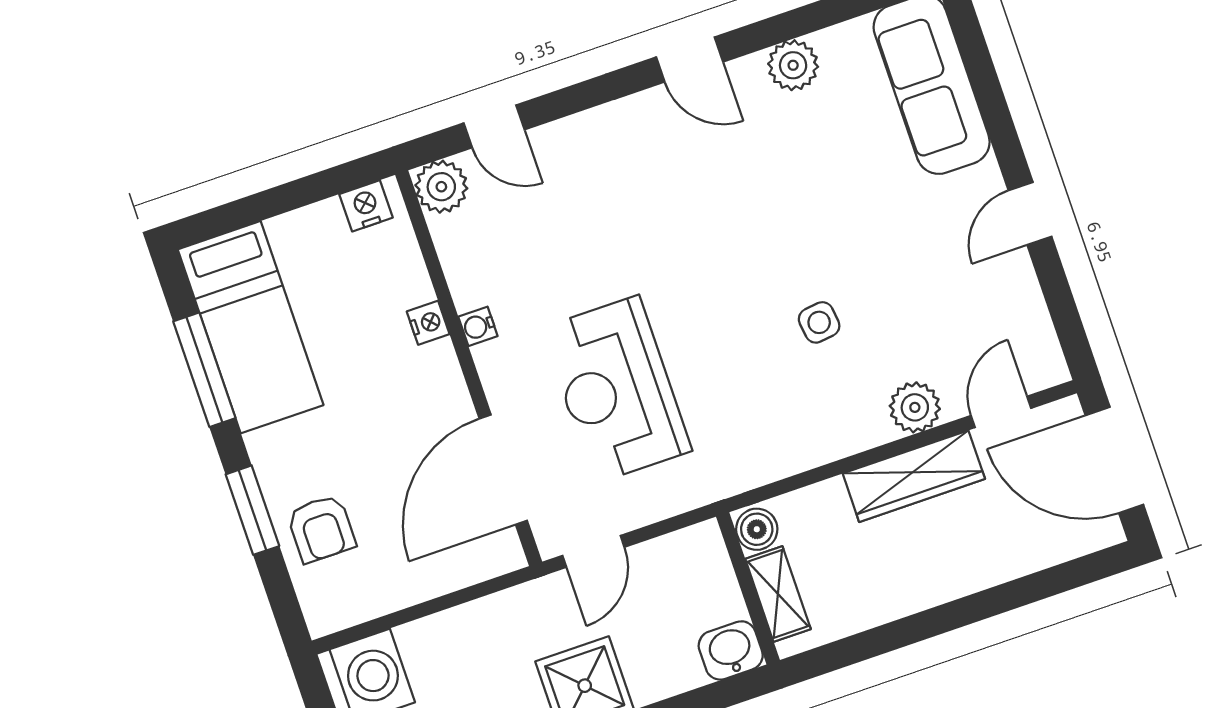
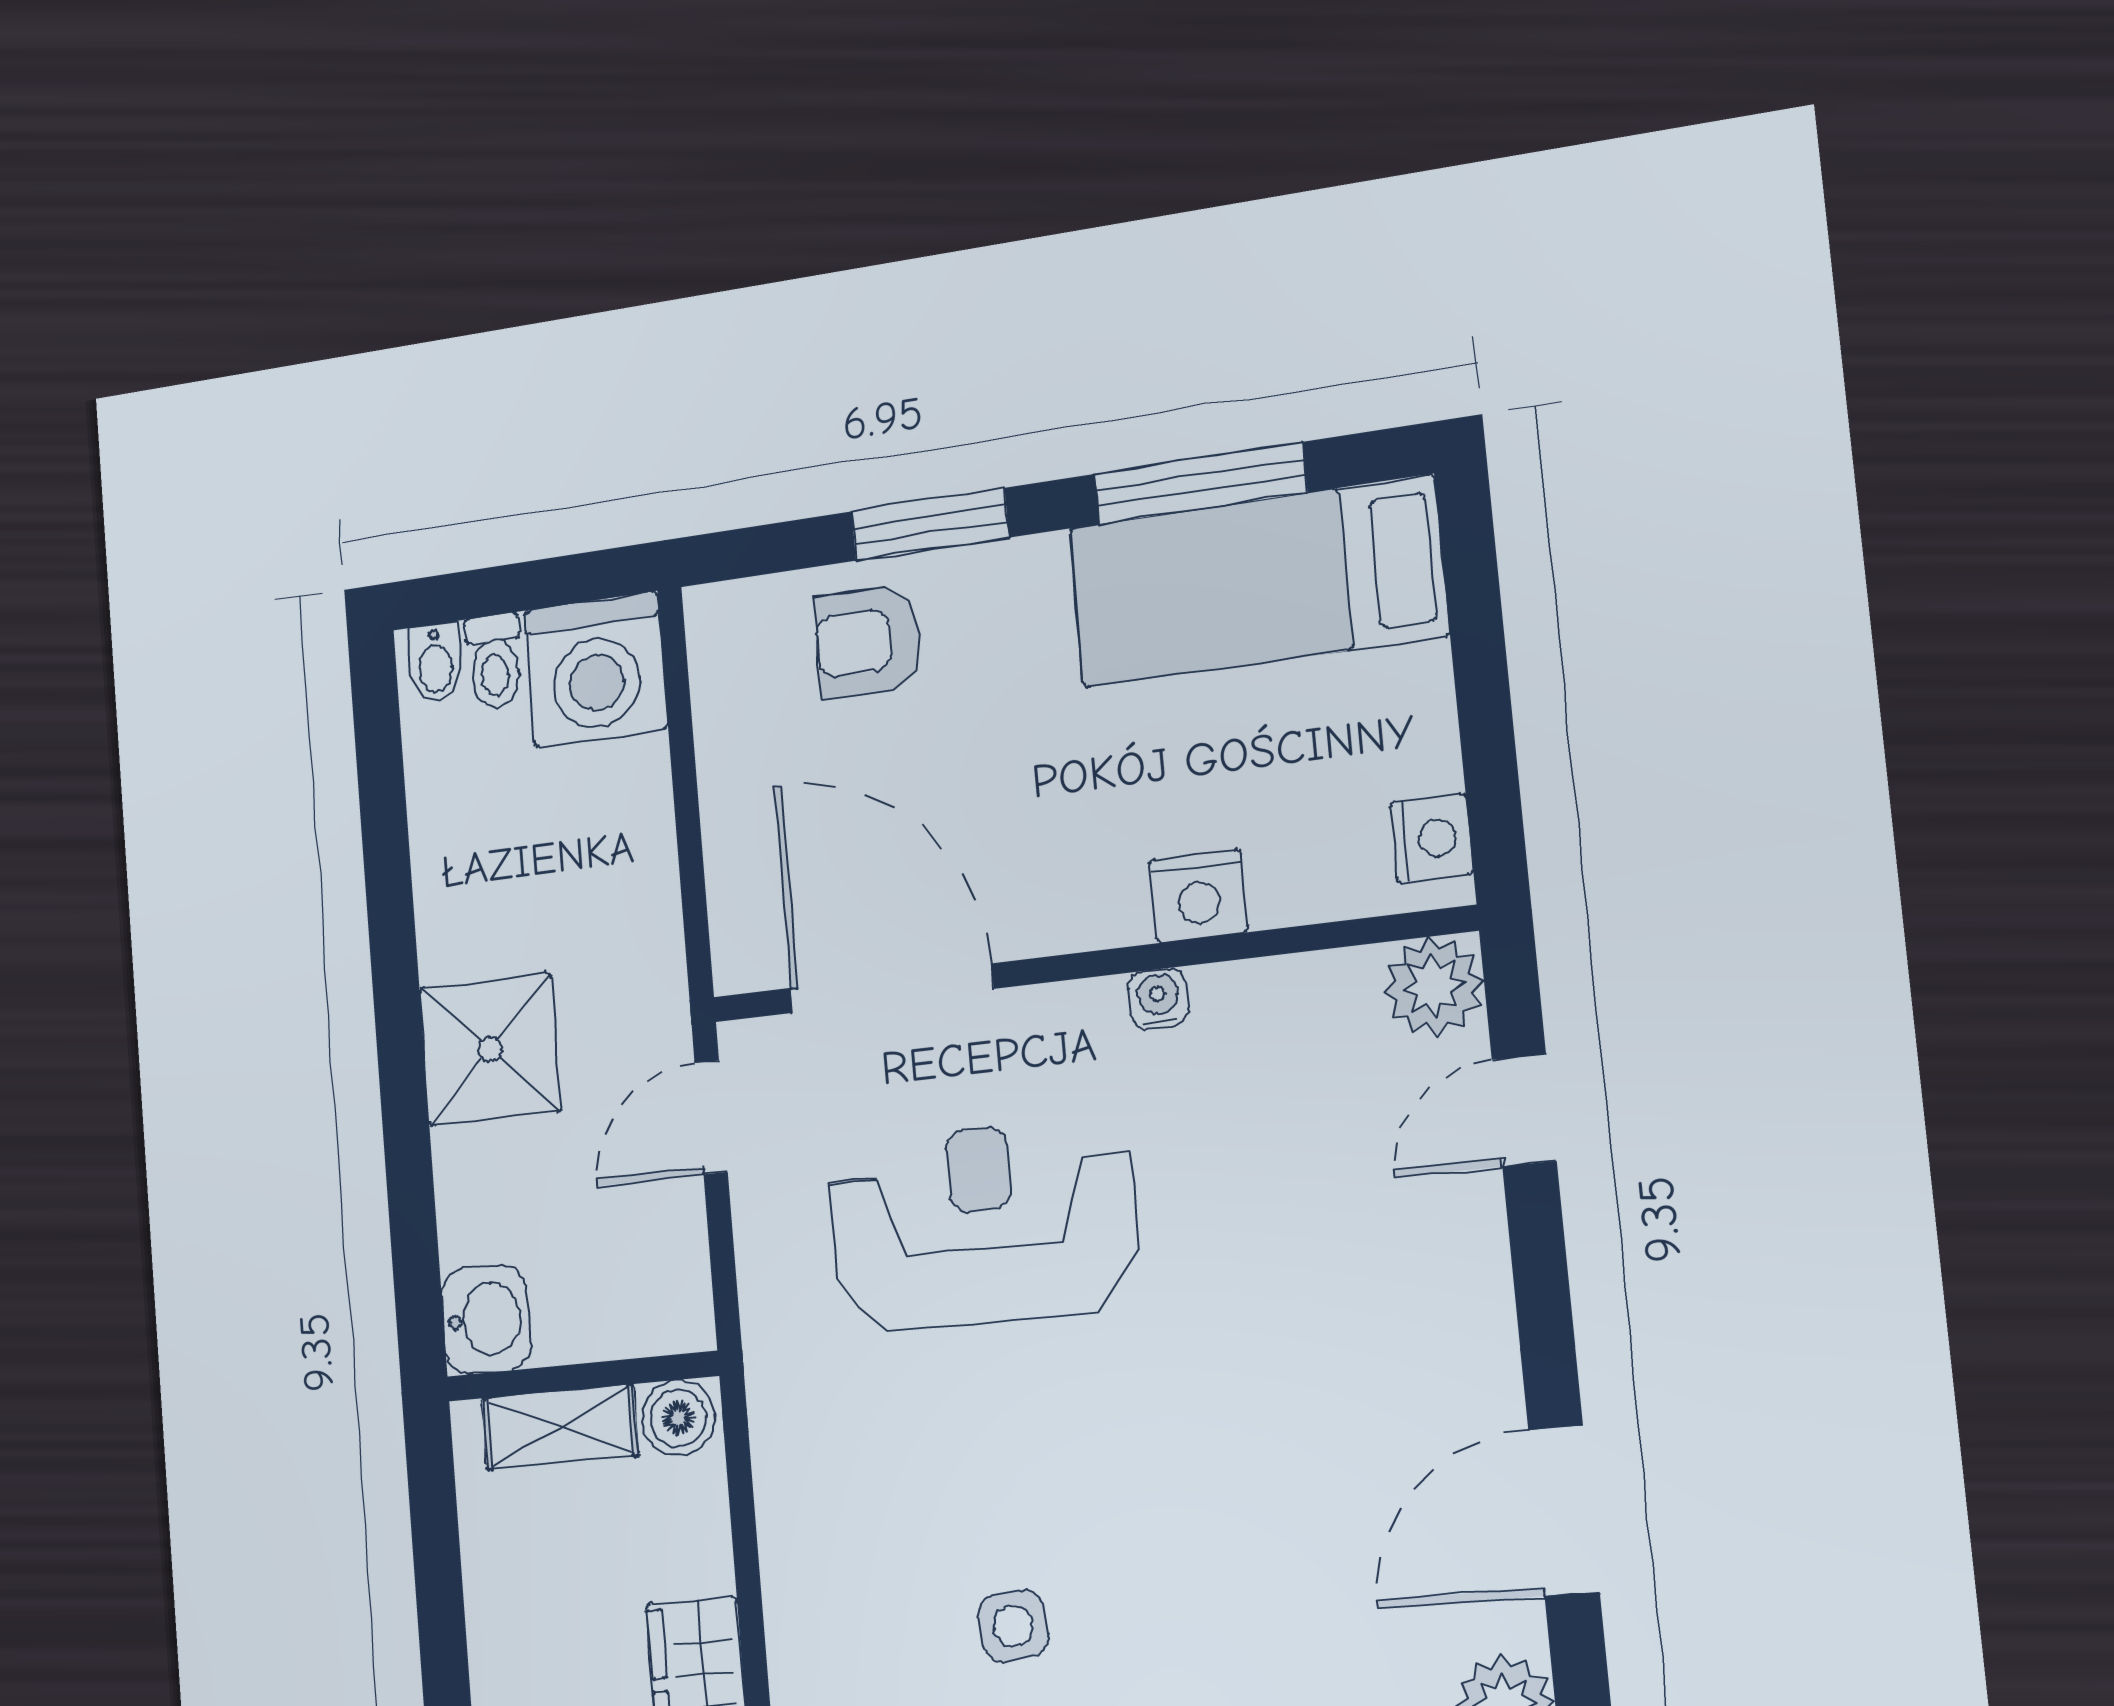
door: (690, 59) -> (1564, 1511), width x1.38
nightstand: (428, 323) -> (1198, 896), width x1.39, depth x1.35
door: (593, 551) -> (711, 1117), hinge flipped

